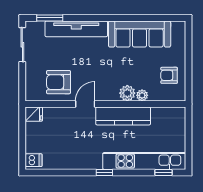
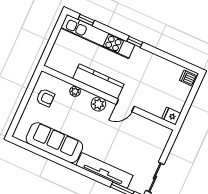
armchair: (59, 82) -> (139, 133), removed
plant: (127, 93) -> (98, 104), moved

